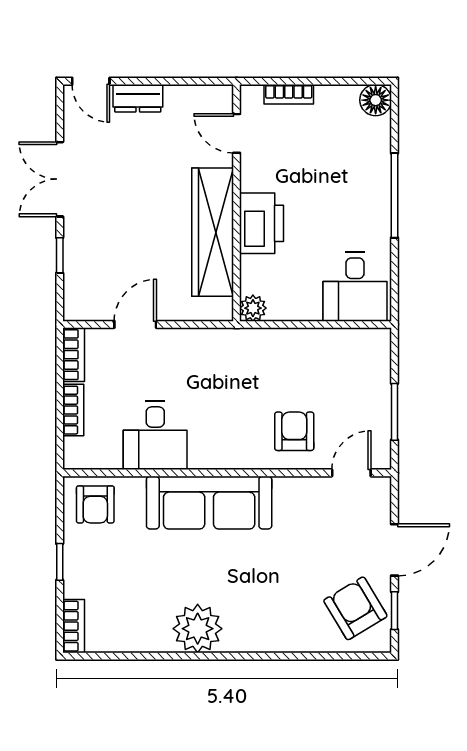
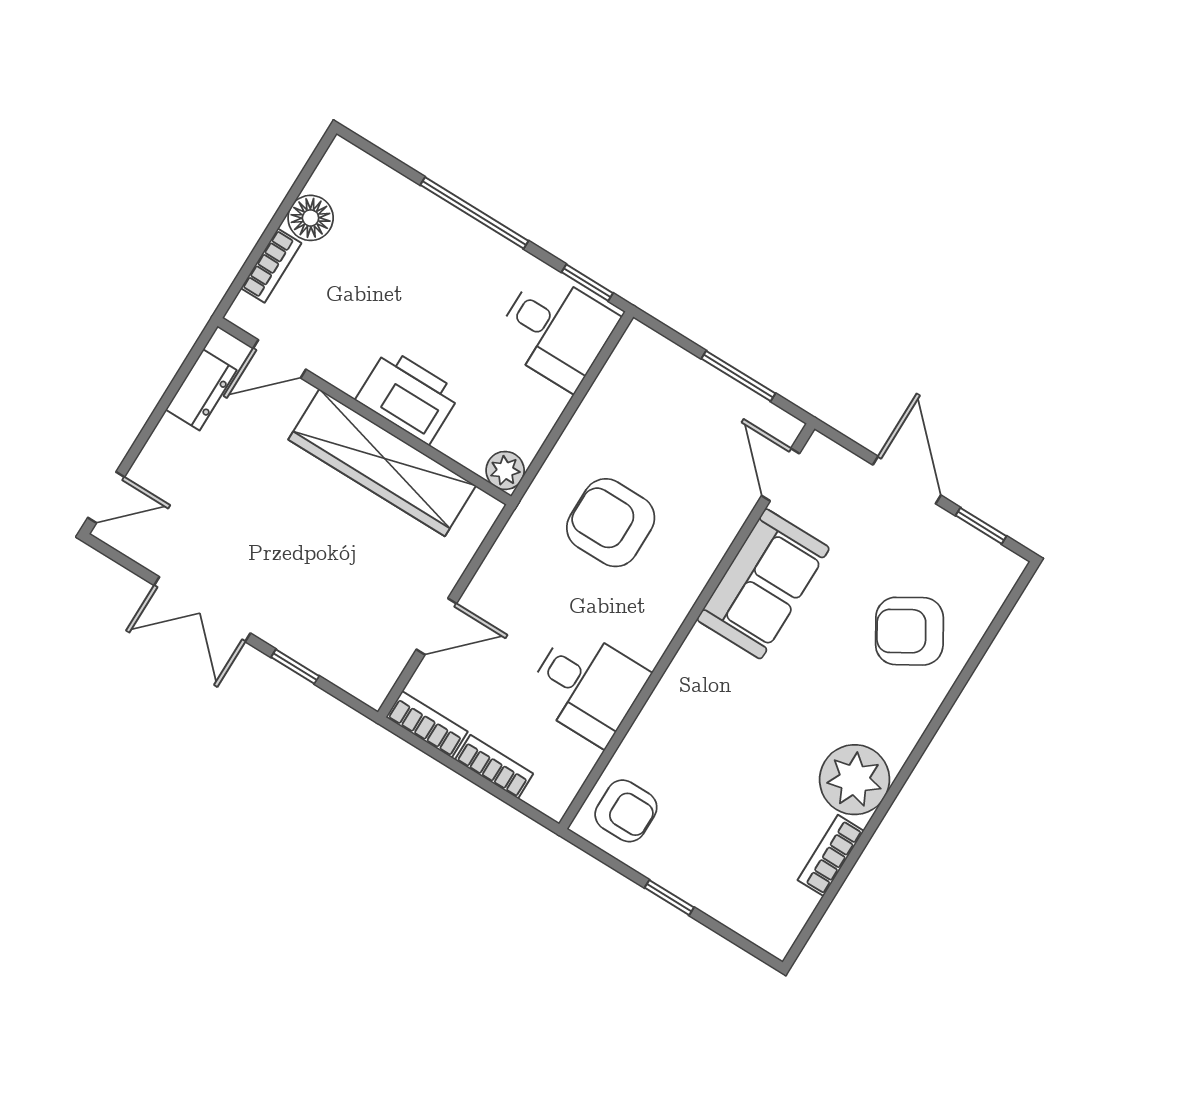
dresser: (138, 98) -> (201, 390), moved
floor lamp: (376, 100) -> (311, 218), moved
window: (395, 288) -> (587, 283), added
door: (135, 324) -> (436, 626), swing flipped
armchair: (294, 431) -> (611, 523), moved, width x1.38, depth x1.38
sofa: (209, 503) -> (763, 584), moved, width x0.73
armchair: (355, 608) -> (909, 631), moved
bookcase: (74, 626) -> (831, 855), moved, turned -90

